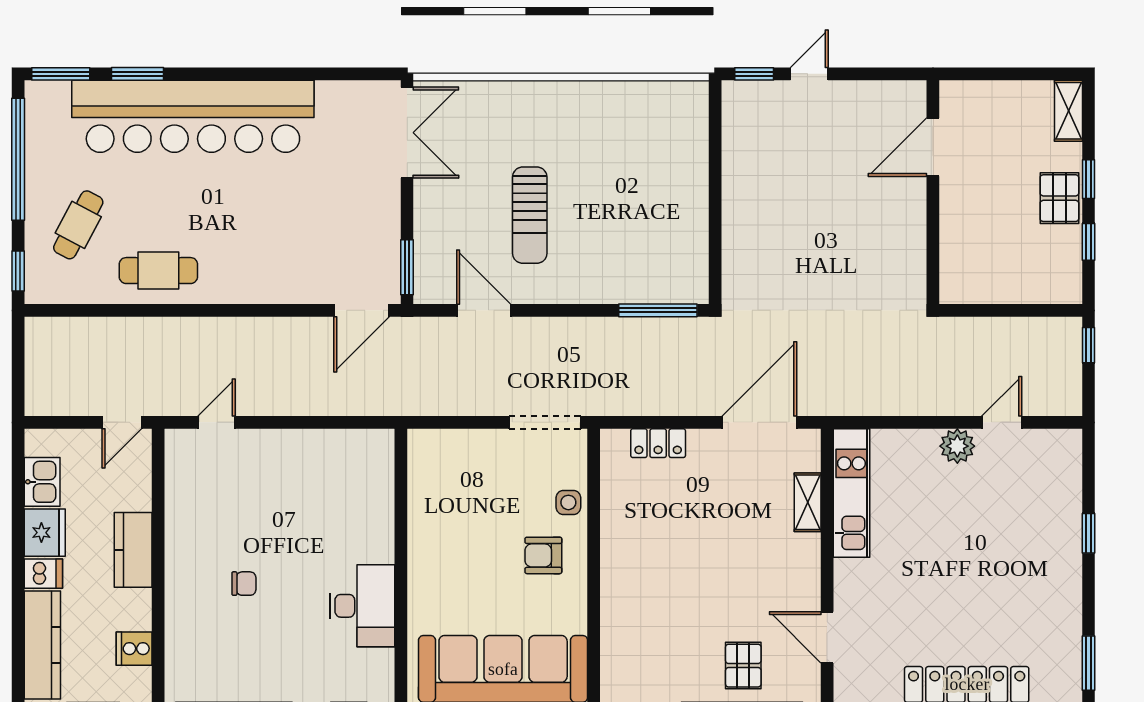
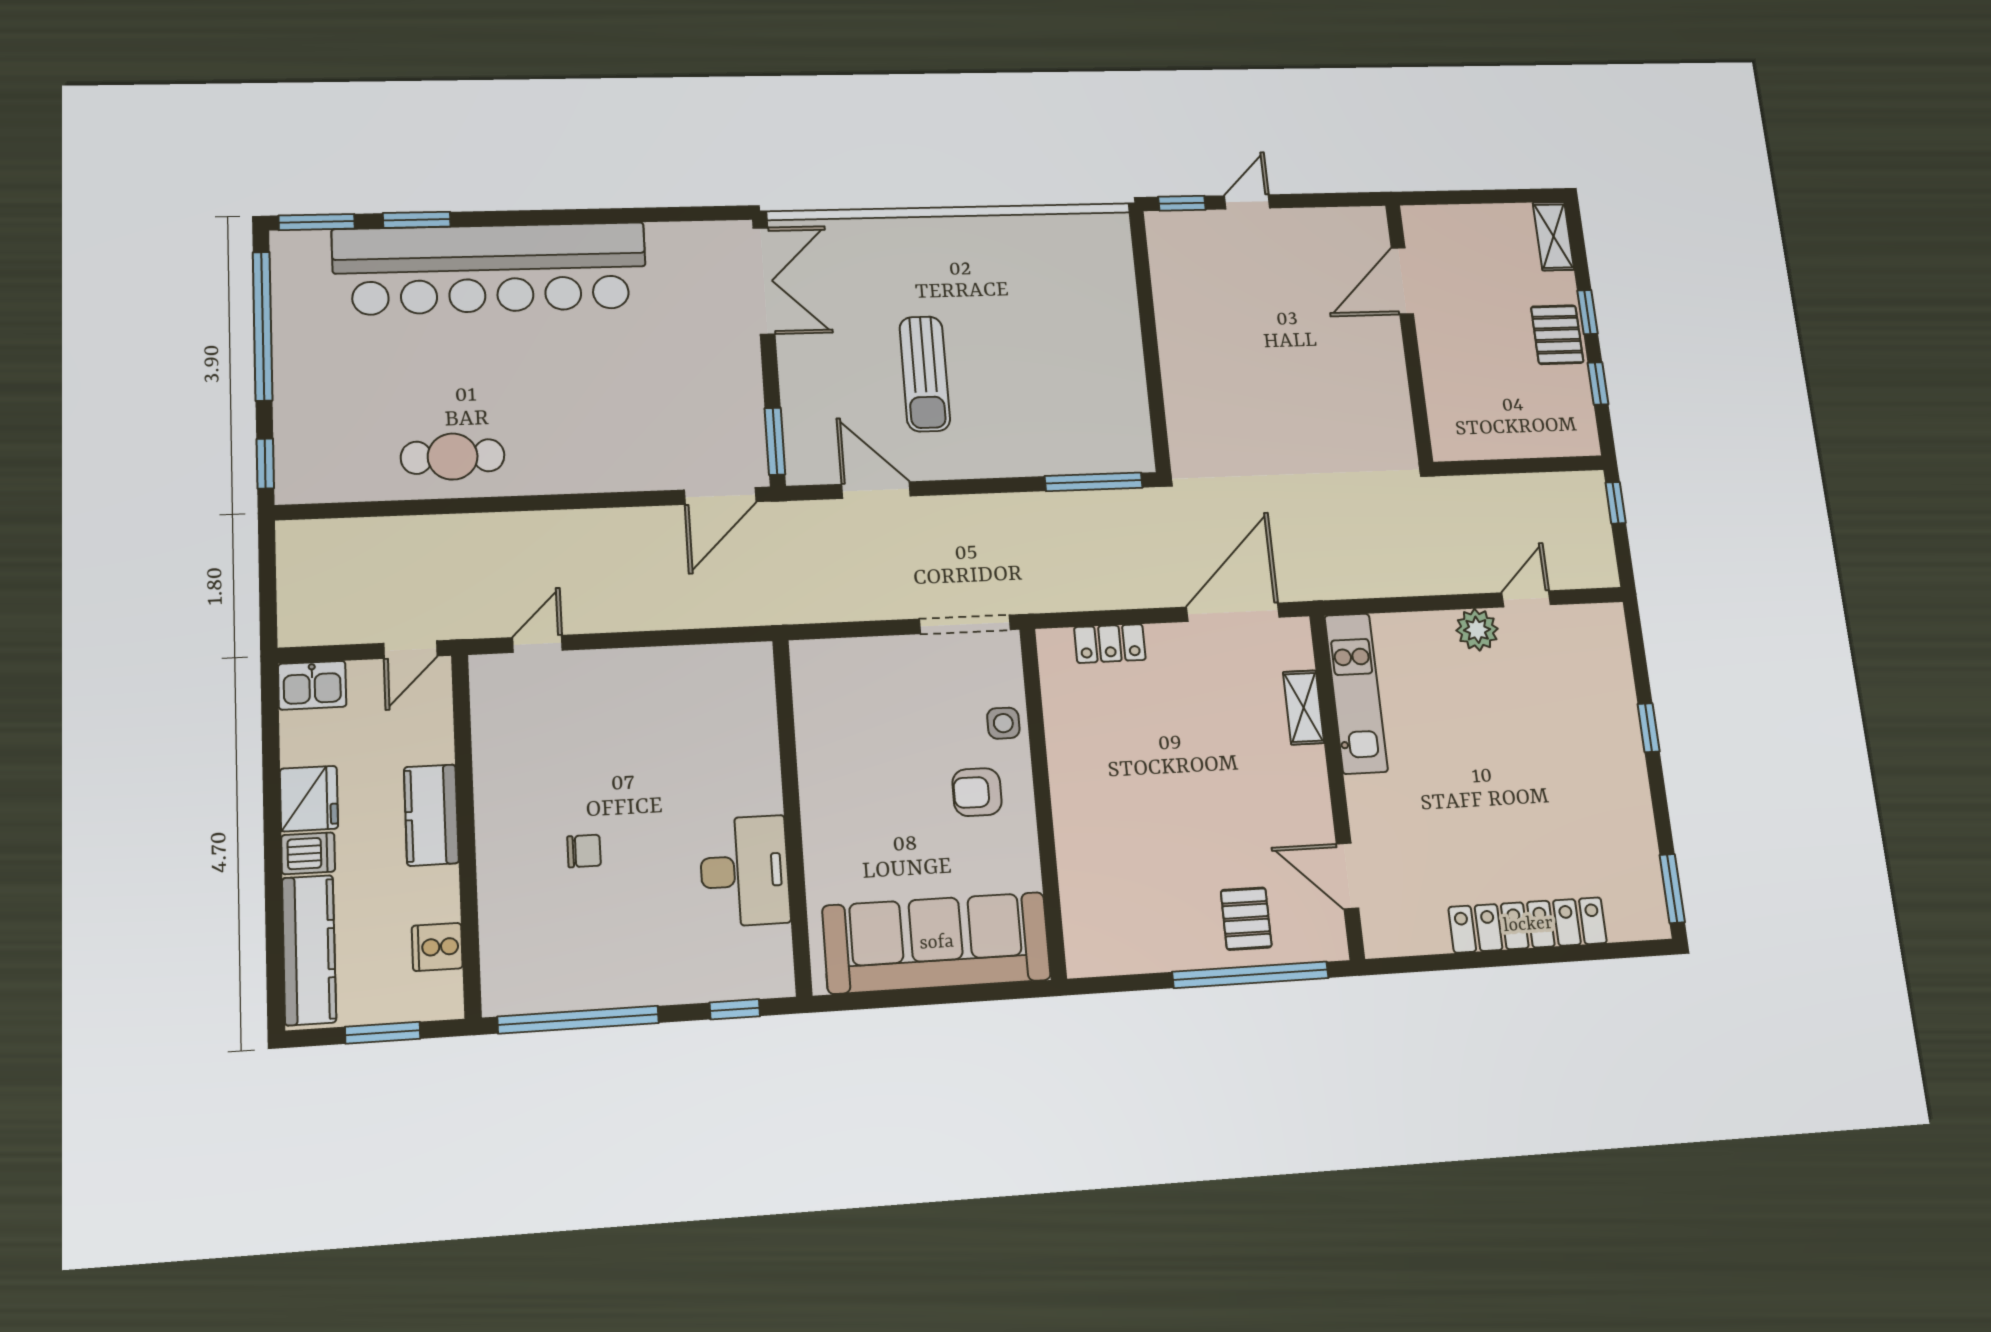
cafe table: (78, 225) -> (345, 404), removed
kitchen sink: (42, 482) -> (312, 685), moved, turned 90

